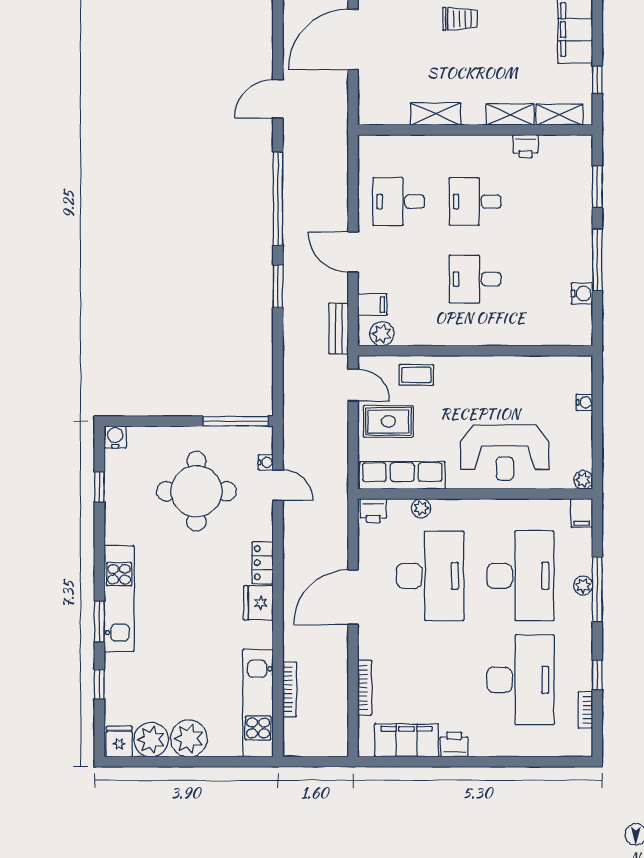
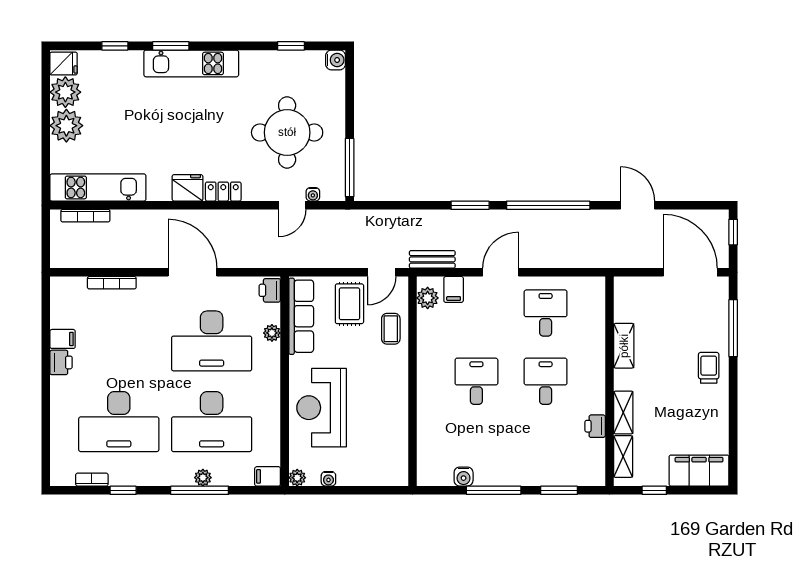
trolley: (460, 19) -> (709, 368), turned 180
water cooler: (584, 402) -> (328, 479), moved
bookcase: (290, 689) -> (85, 216), moved
filing cabinet: (407, 740) -> (63, 339), width x0.33, depth x0.86

